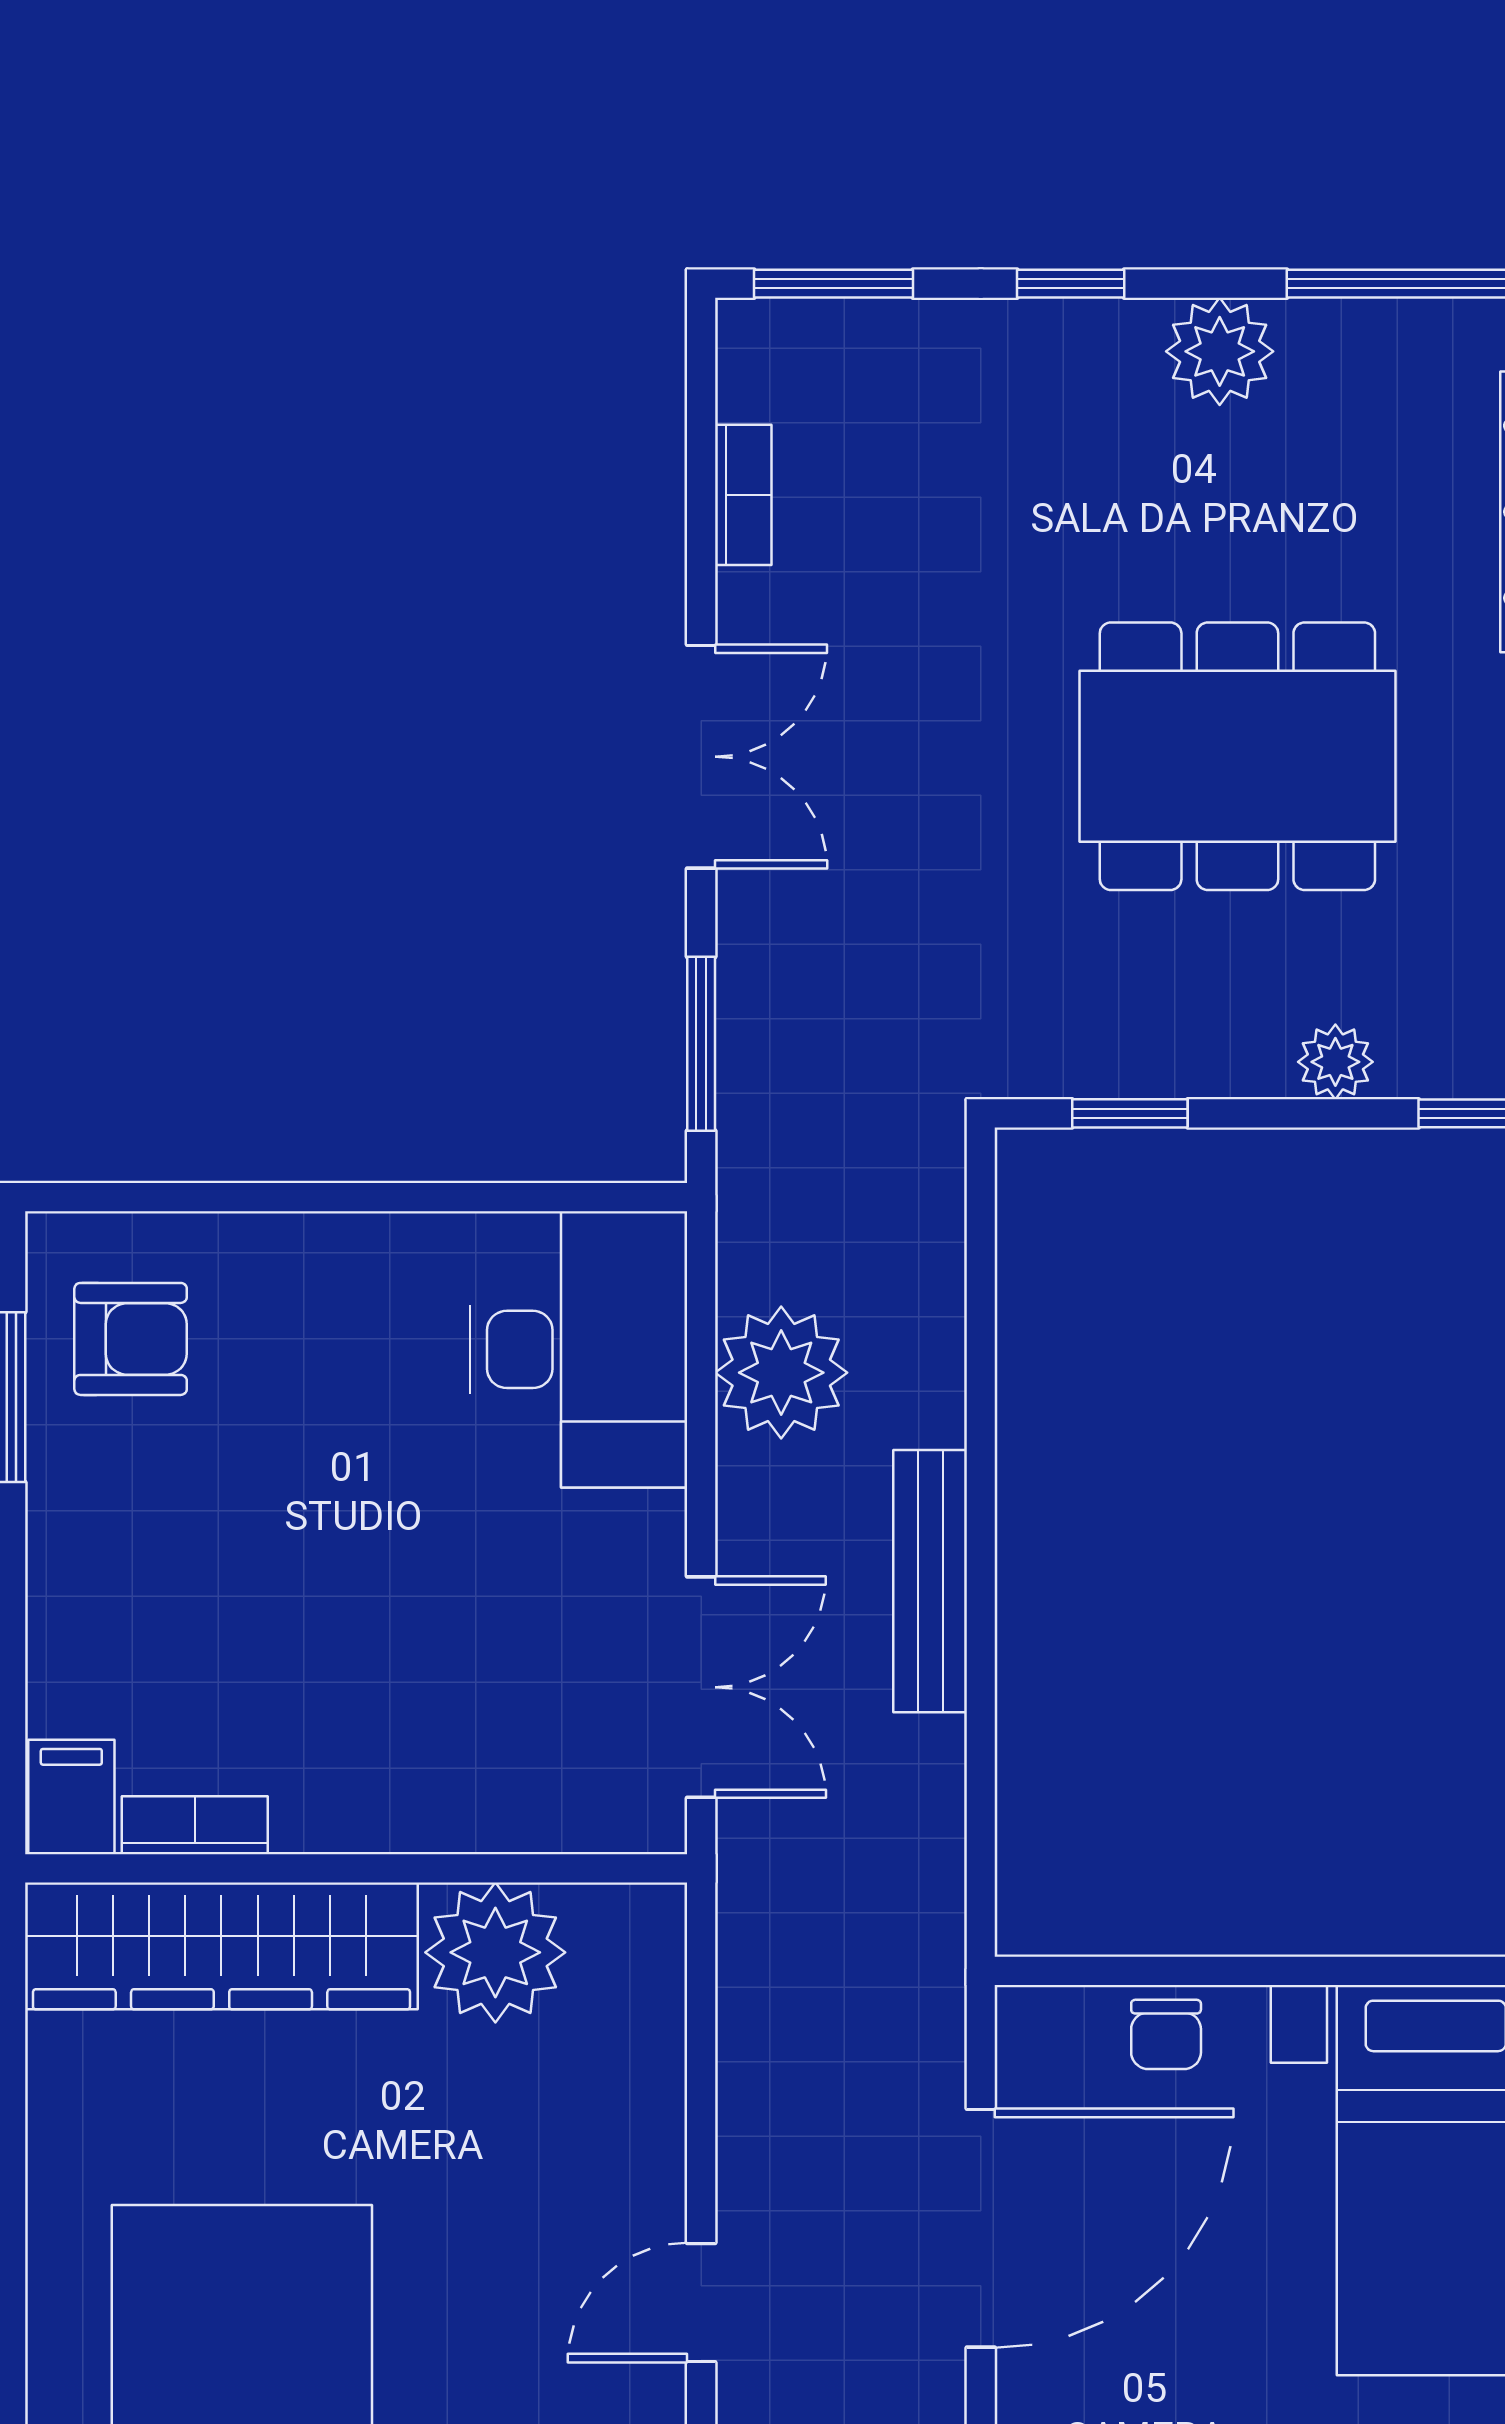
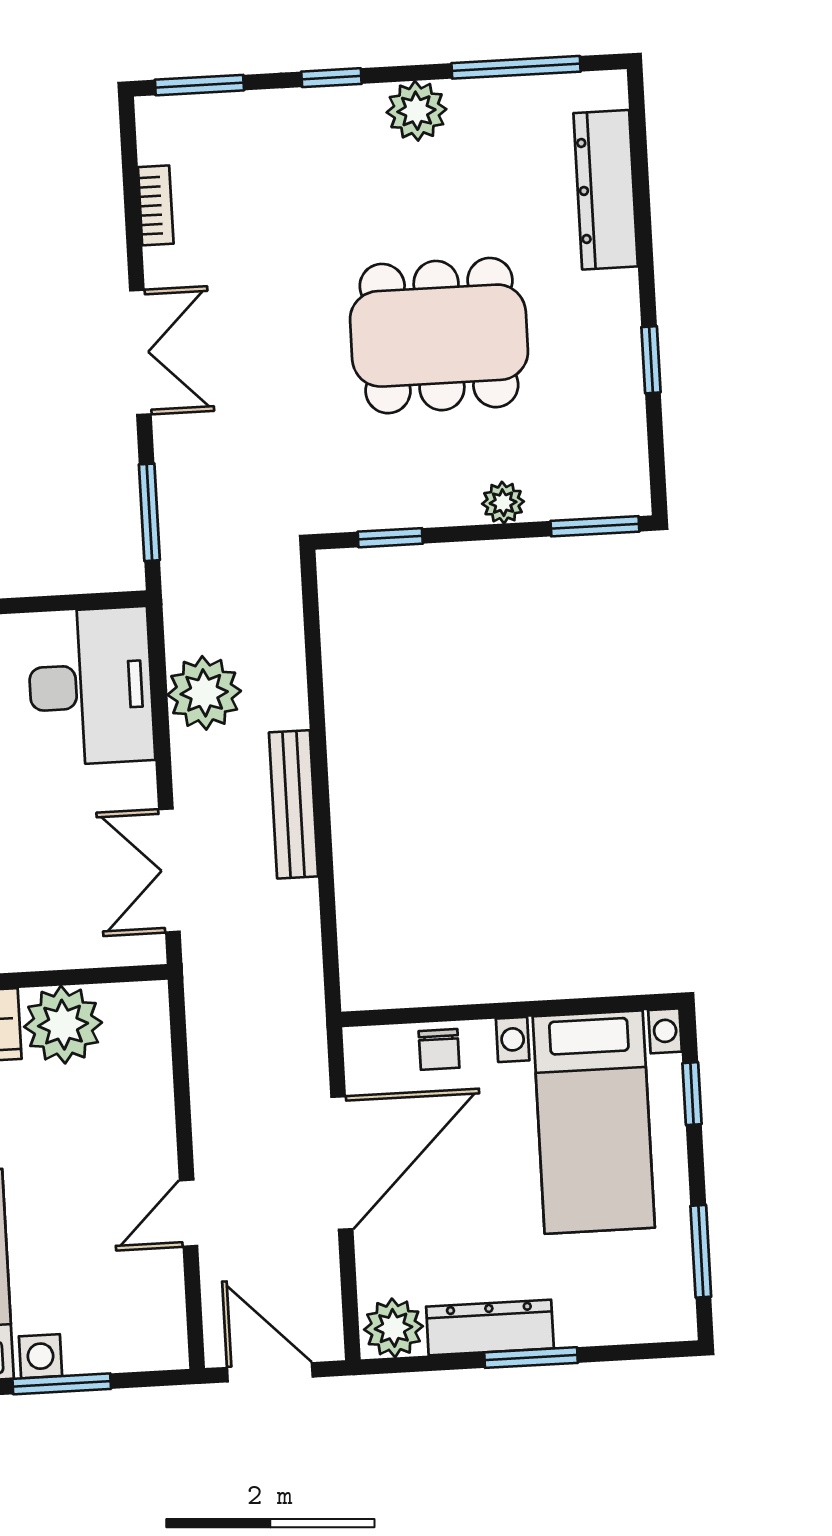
double door: (701, 1687) -> (169, 870), swing flipped

